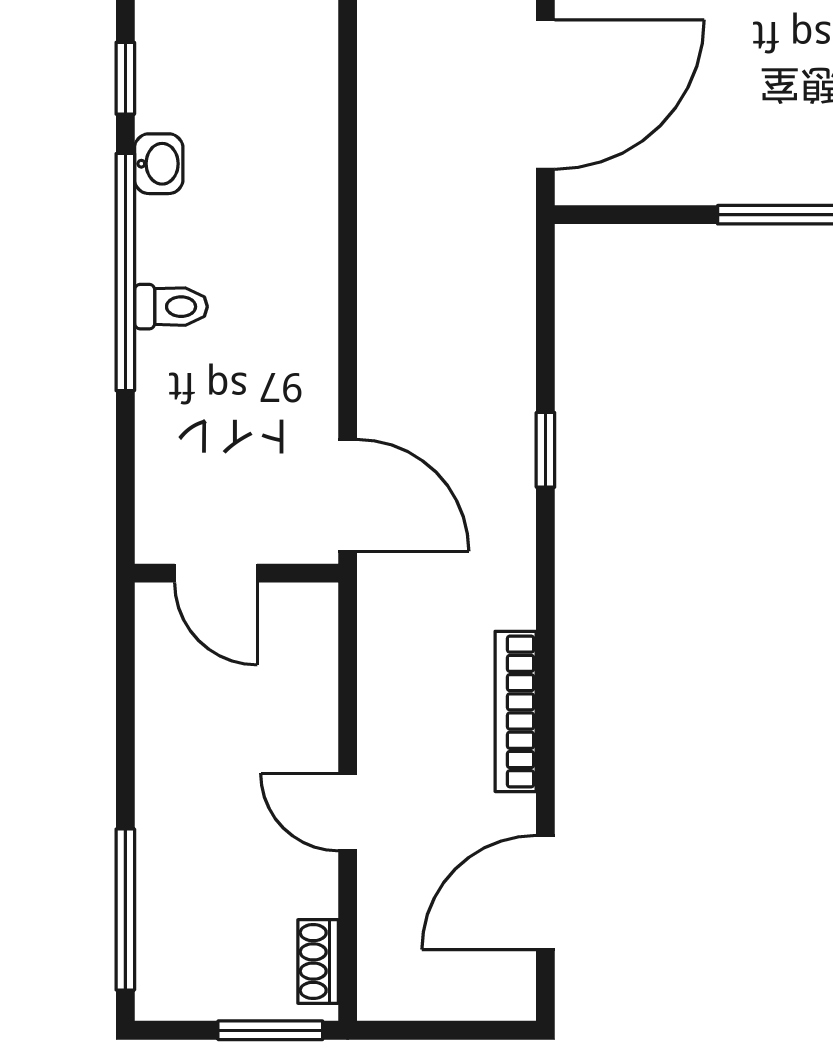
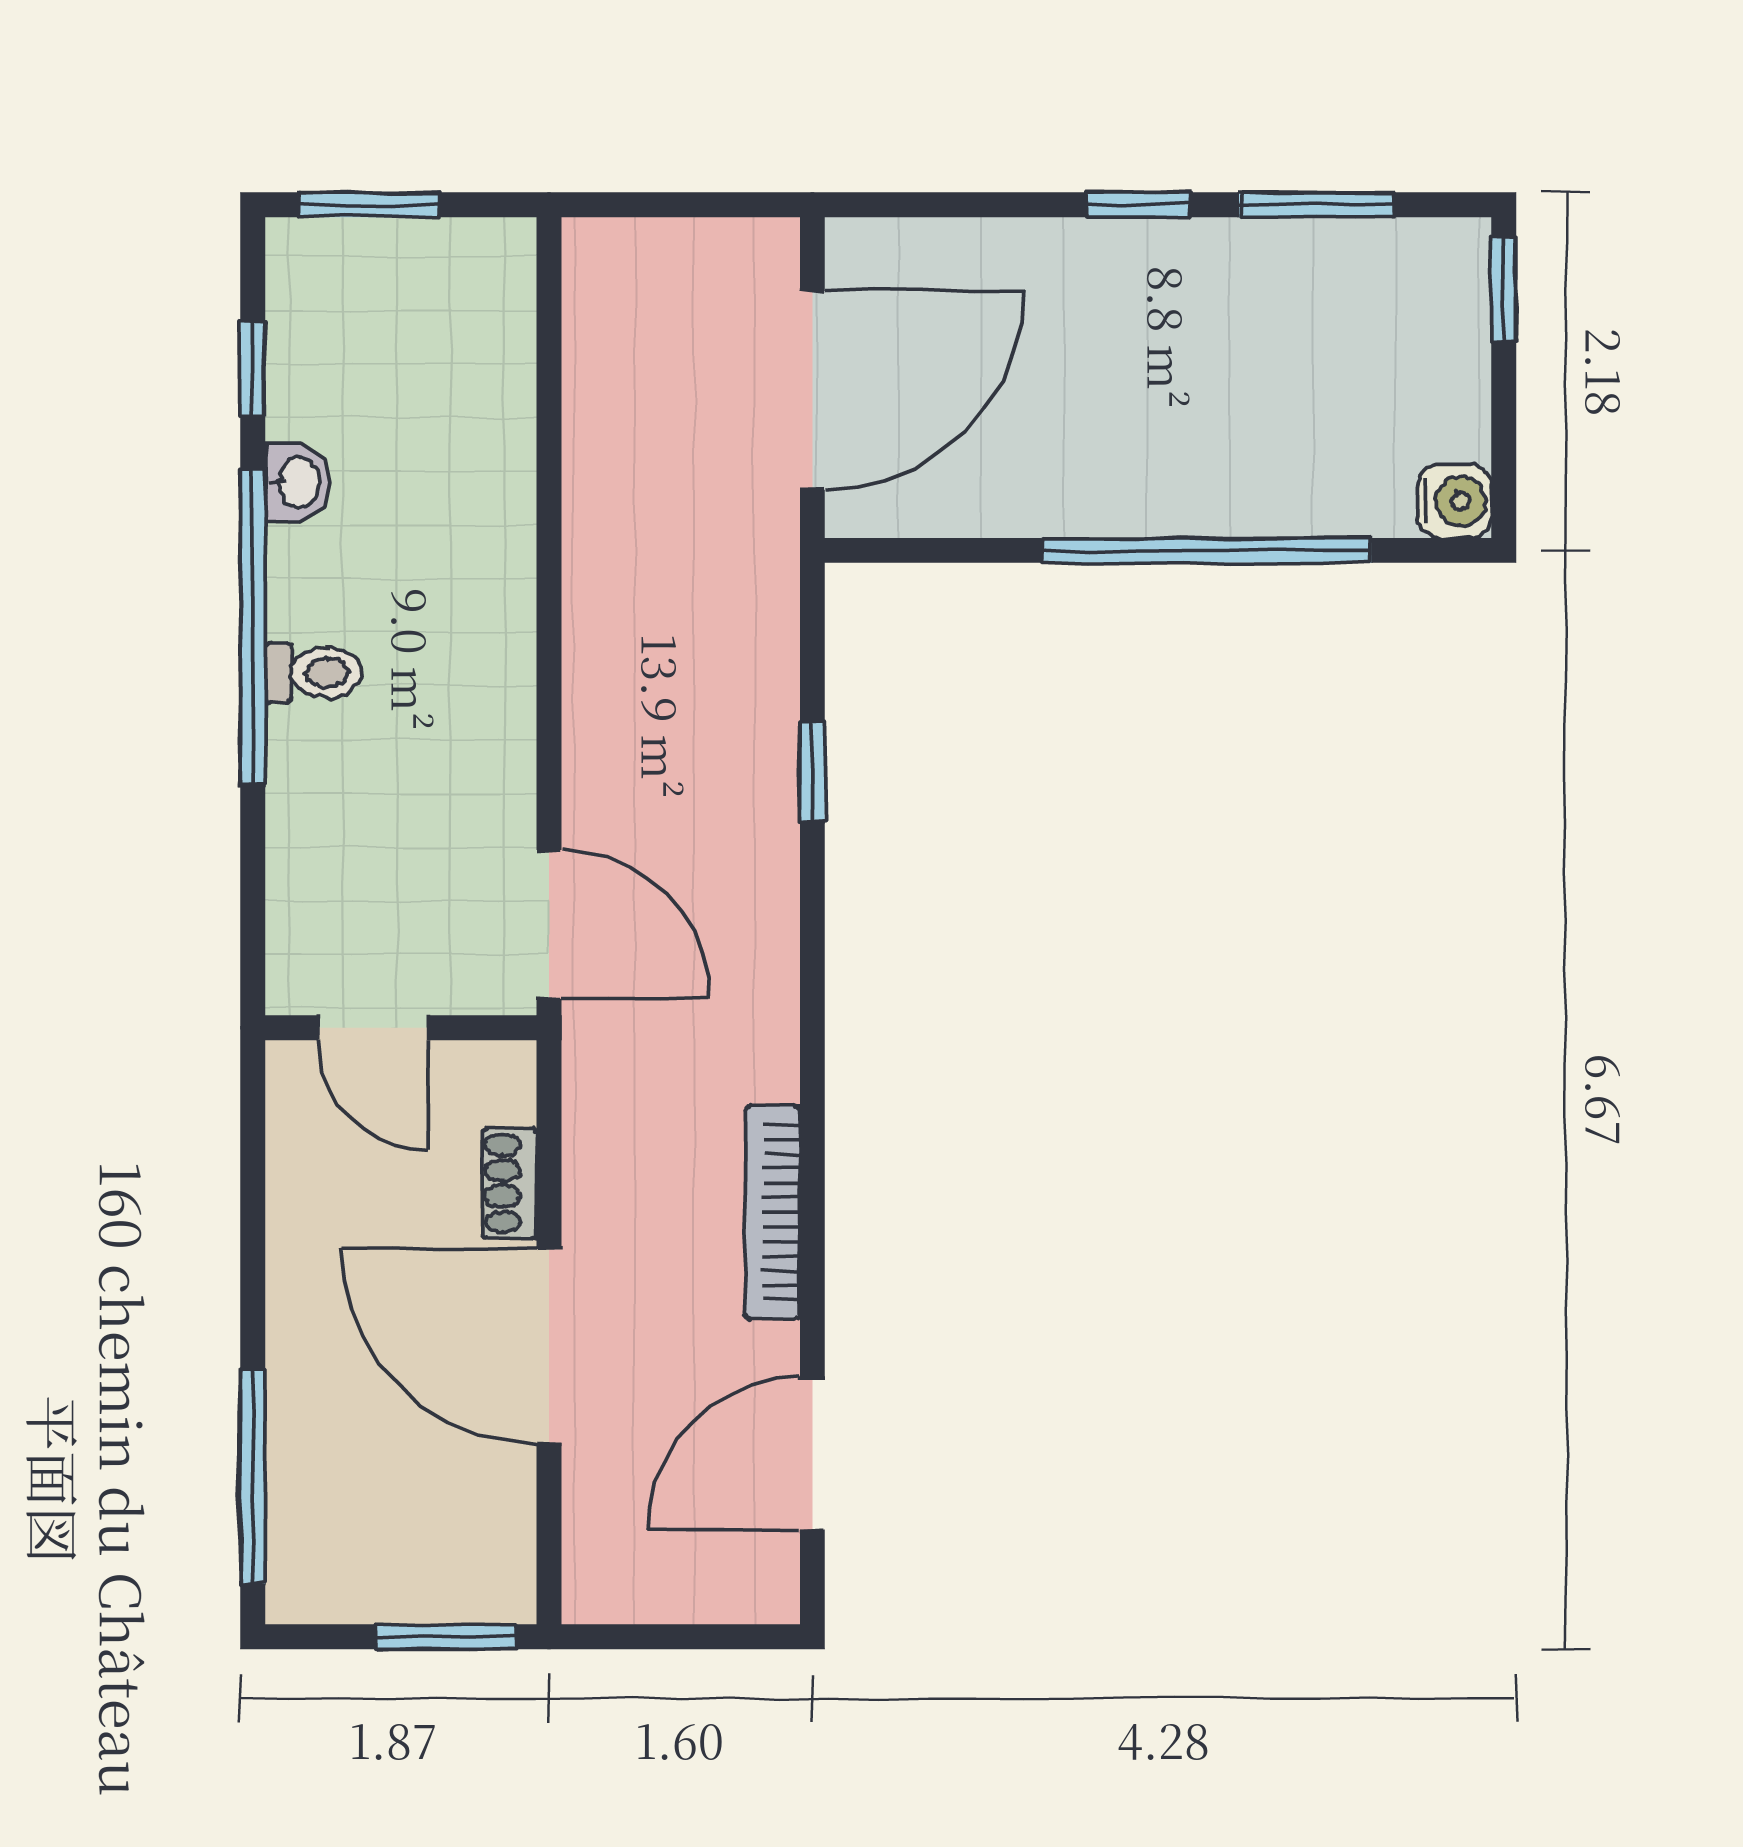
window: (545, 450) -> (812, 772), moved
door: (348, 812) -> (549, 1346), width x1.87
shoe rack: (318, 961) -> (510, 1183), moved

